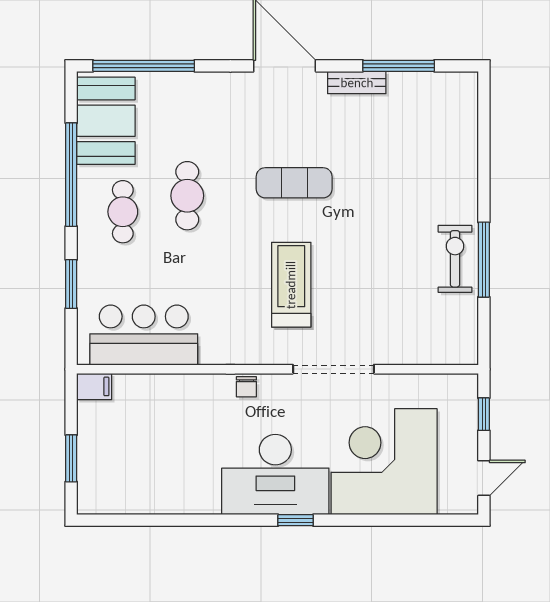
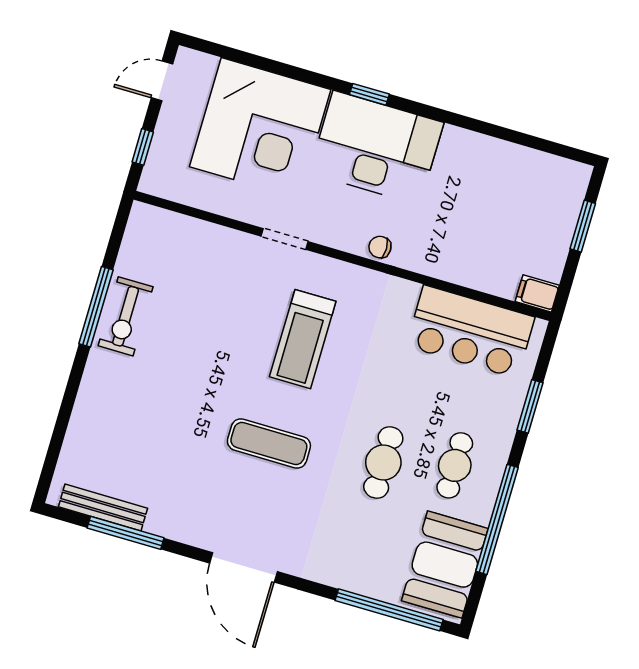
bench: (357, 83) -> (103, 508), moved, width x1.36
doorway: (333, 369) -> (285, 239), width x0.53
chair: (246, 387) -> (380, 247), turned -90

